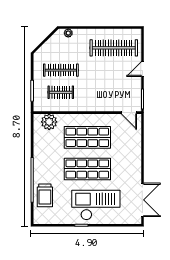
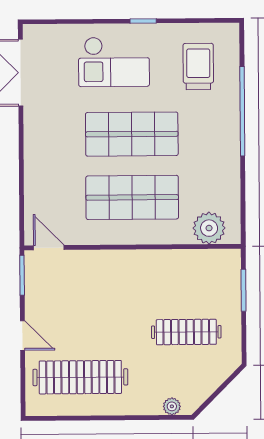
door: (142, 69) -> (22, 335), hinge flipped
clothes rail: (61, 92) -> (186, 288), removed
trolley: (45, 195) -> (198, 66), moved
checkout: (96, 205) -> (114, 62), width x0.73, depth x0.83

